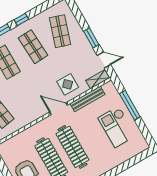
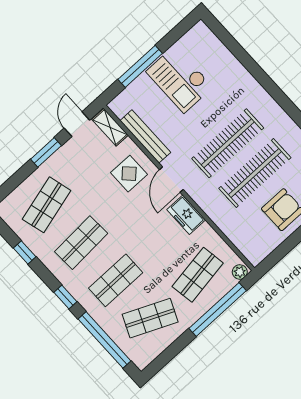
window: (21, 19) -> (25, 252), moved
shop shelf: (60, 31) -> (47, 205), turned -33
freezer: (36, 113) -> (186, 215), added
checkout: (117, 127) -> (179, 79), turned 90

